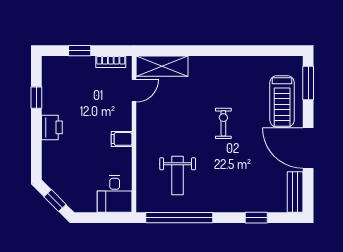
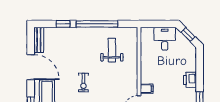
filing cabinet: (122, 139) -> (147, 89), moved
desk: (115, 194) -> (165, 39), moved
window: (179, 218) -> (97, 24), moved

